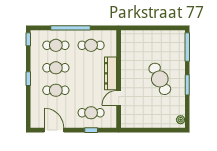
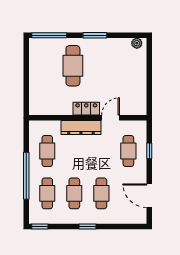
locker: (126, 78) -> (86, 109), added
cafe table: (160, 79) -> (73, 66), moved, turned -64
door: (119, 98) -> (111, 118), swing flipped
door: (54, 130) -> (149, 196), hinge flipped

